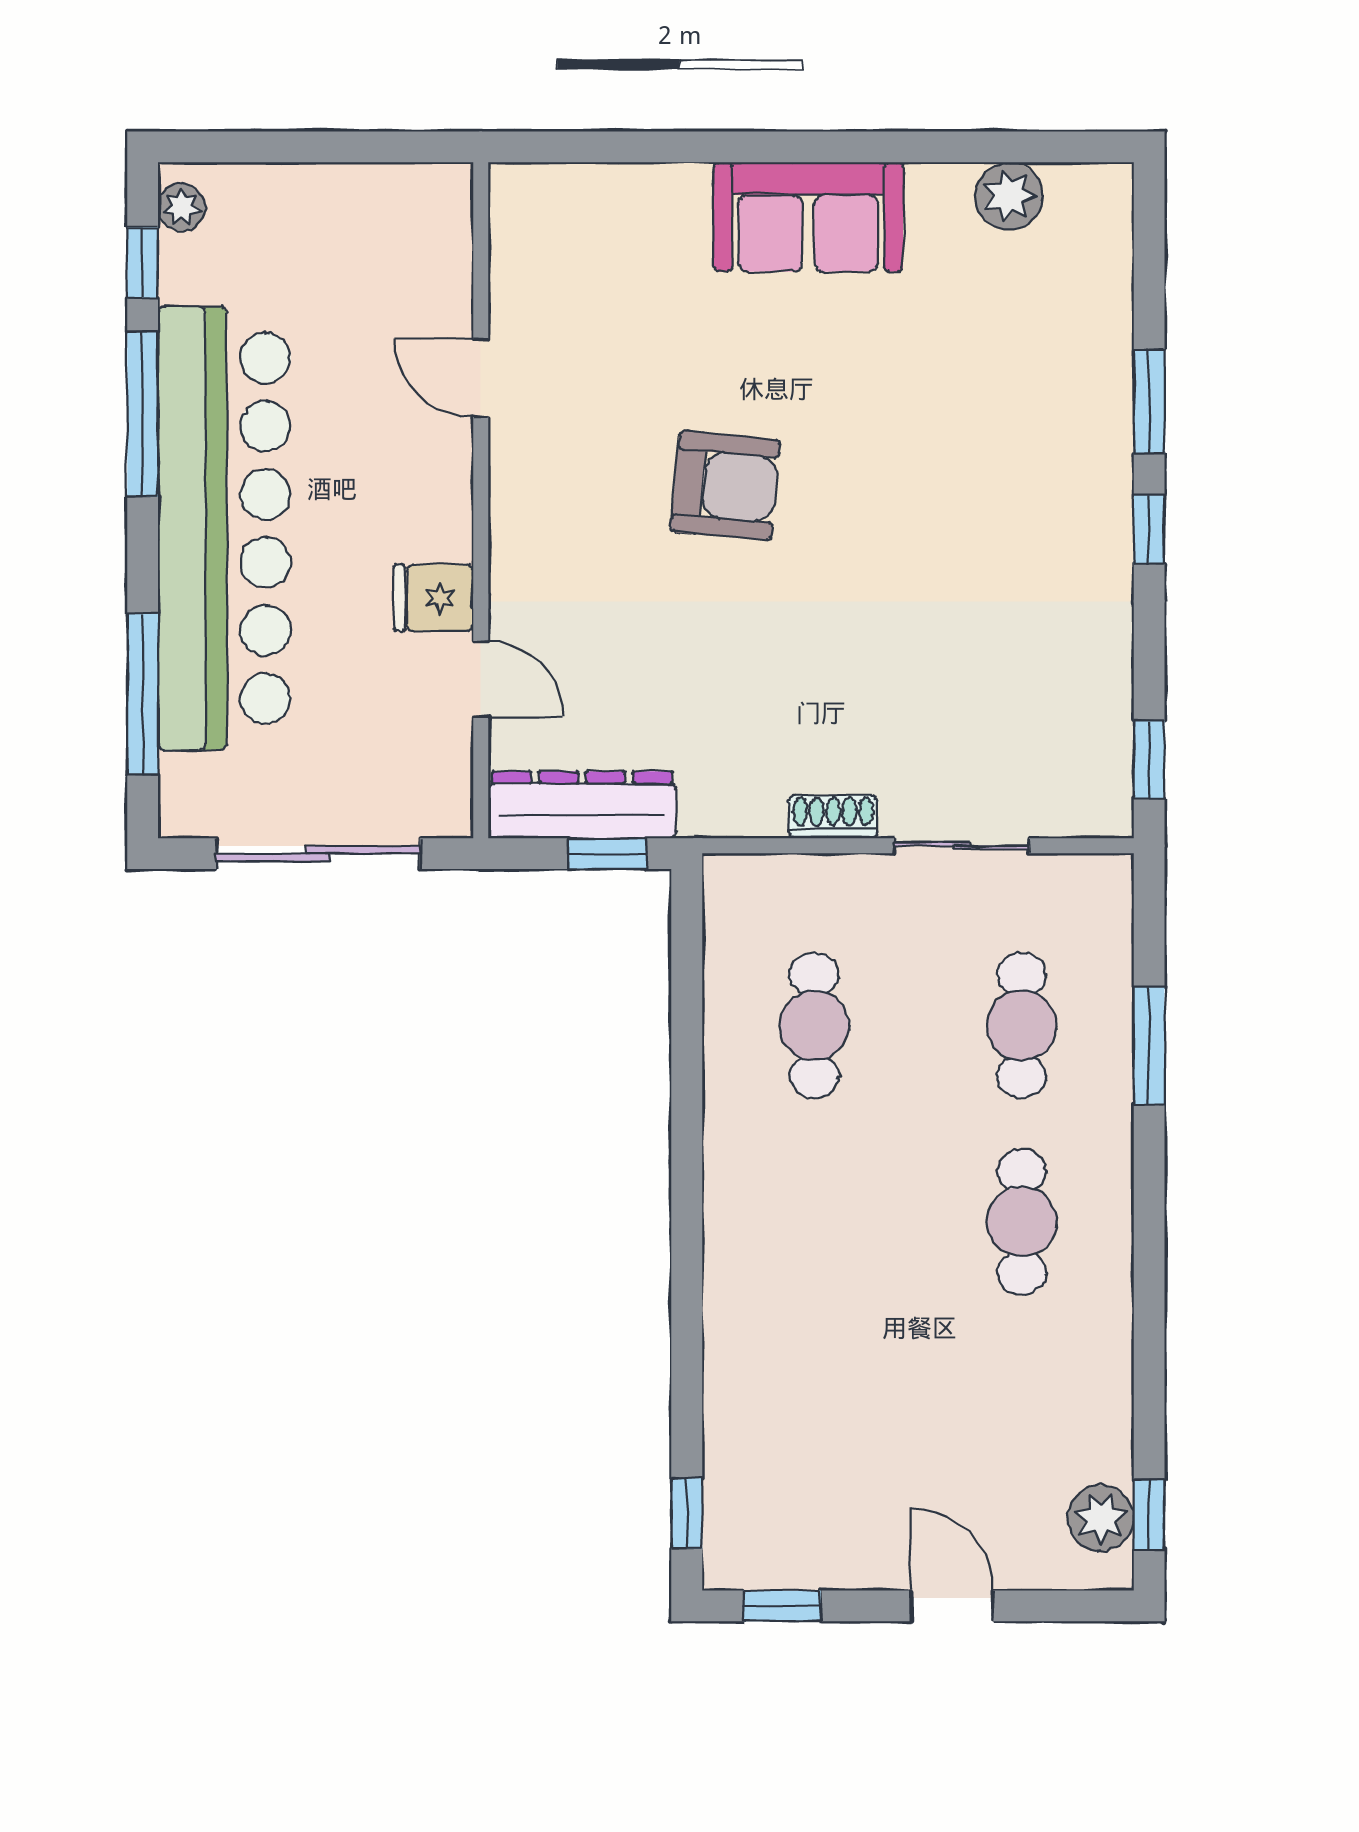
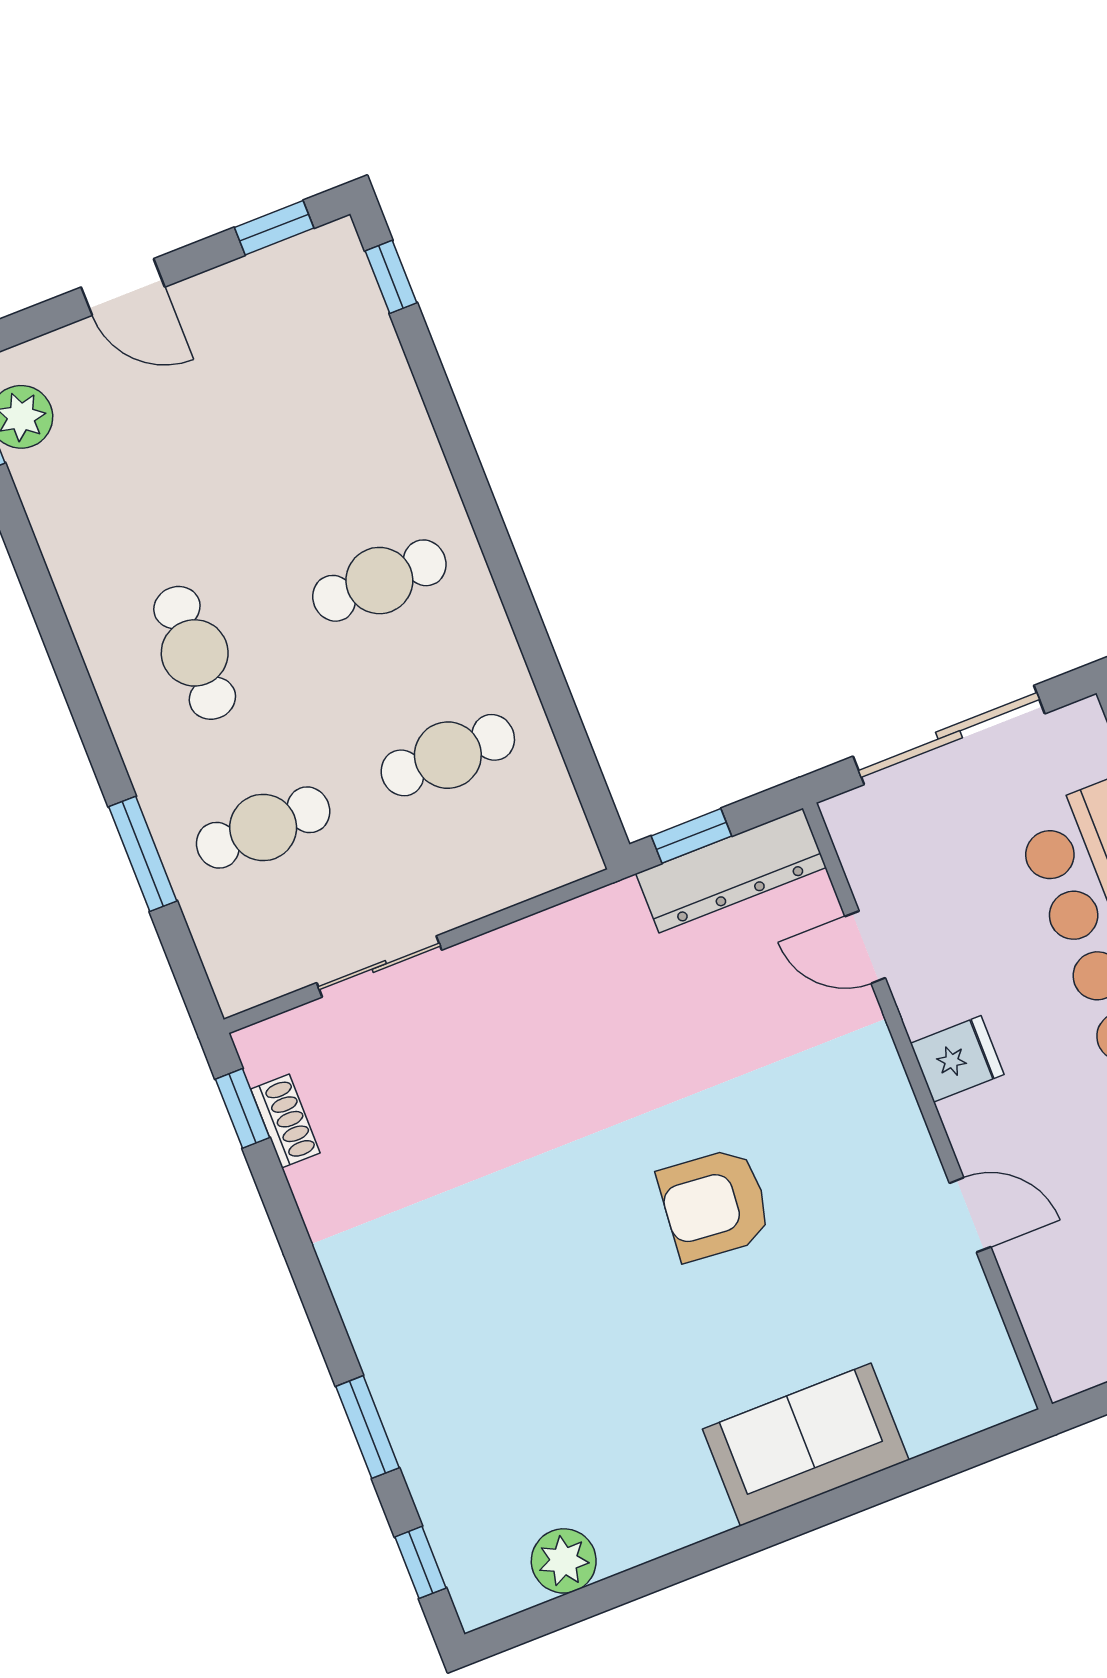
sofa: (808, 217) -> (806, 1445), moved
window: (1149, 529) -> (421, 1562), moved
fridge: (434, 598) -> (957, 1059), moved
shoe rack: (833, 817) -> (285, 1121), moved, turned -90
cafe table: (814, 1025) -> (448, 755), turned 90
cafe table: (1022, 1025) -> (263, 827), turned 90
cafe table: (814, 1222) -> (379, 581), added

